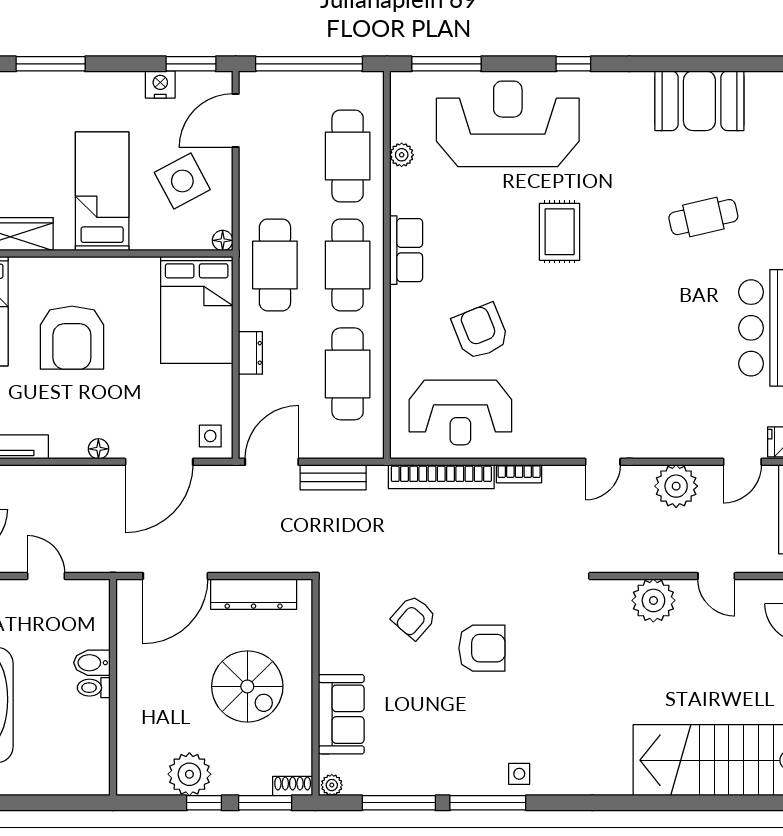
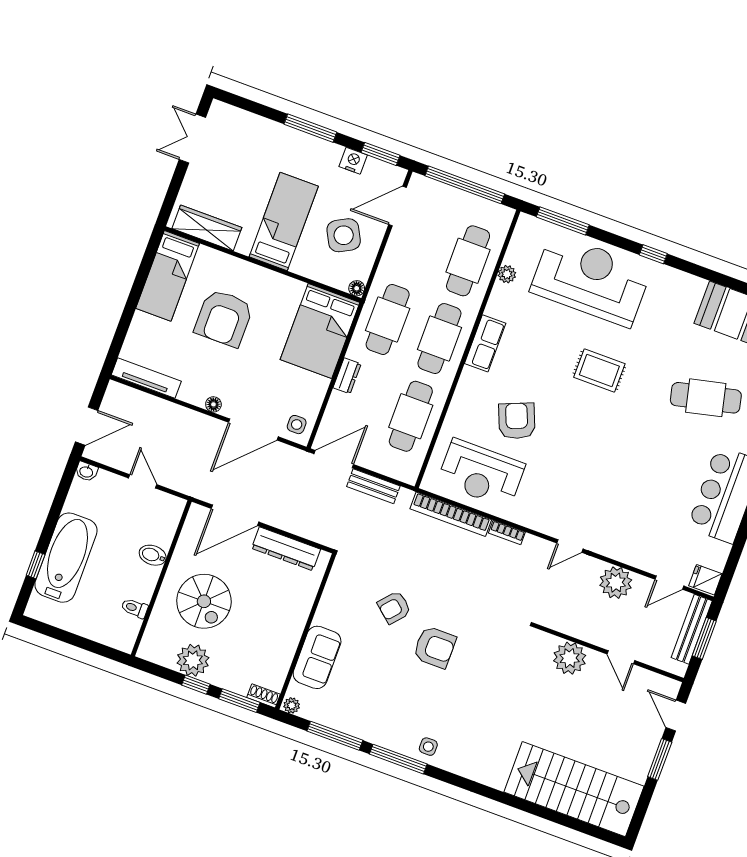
window: (51, 64) -> (310, 128), moved
cafe table: (703, 217) -> (706, 398), width x1.37, depth x1.35
rug: (560, 232) -> (599, 371), turned 90
spiral stairs: (247, 686) -> (204, 601), moved
toilet: (94, 688) -> (135, 608), moved

